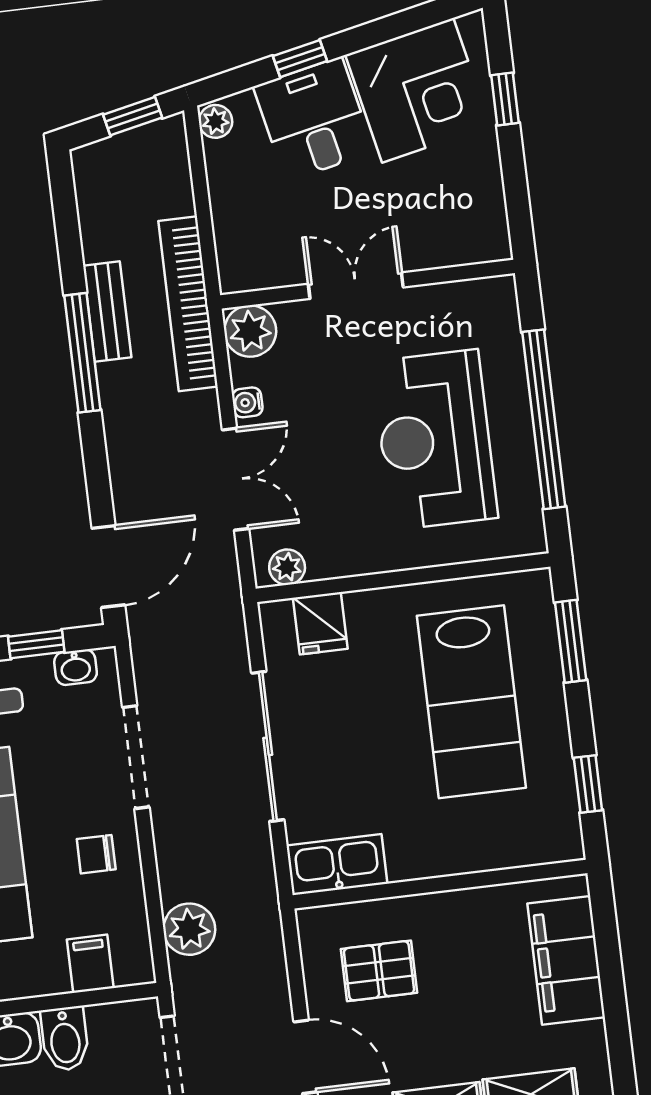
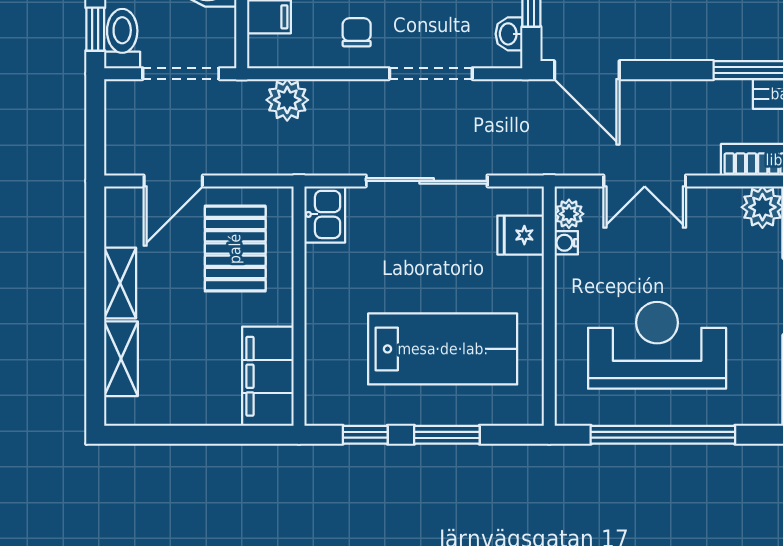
water cooler: (247, 402) -> (566, 243), moved, turned -90
window: (571, 641) -> (447, 435), moved
lab bench: (471, 702) -> (443, 349), turned 180
kitchen sink: (337, 865) -> (325, 214), width x0.73
filing cabinet: (566, 960) -> (268, 376), moved, turned -90
pallet: (379, 971) -> (235, 249), width x1.50, depth x1.42

